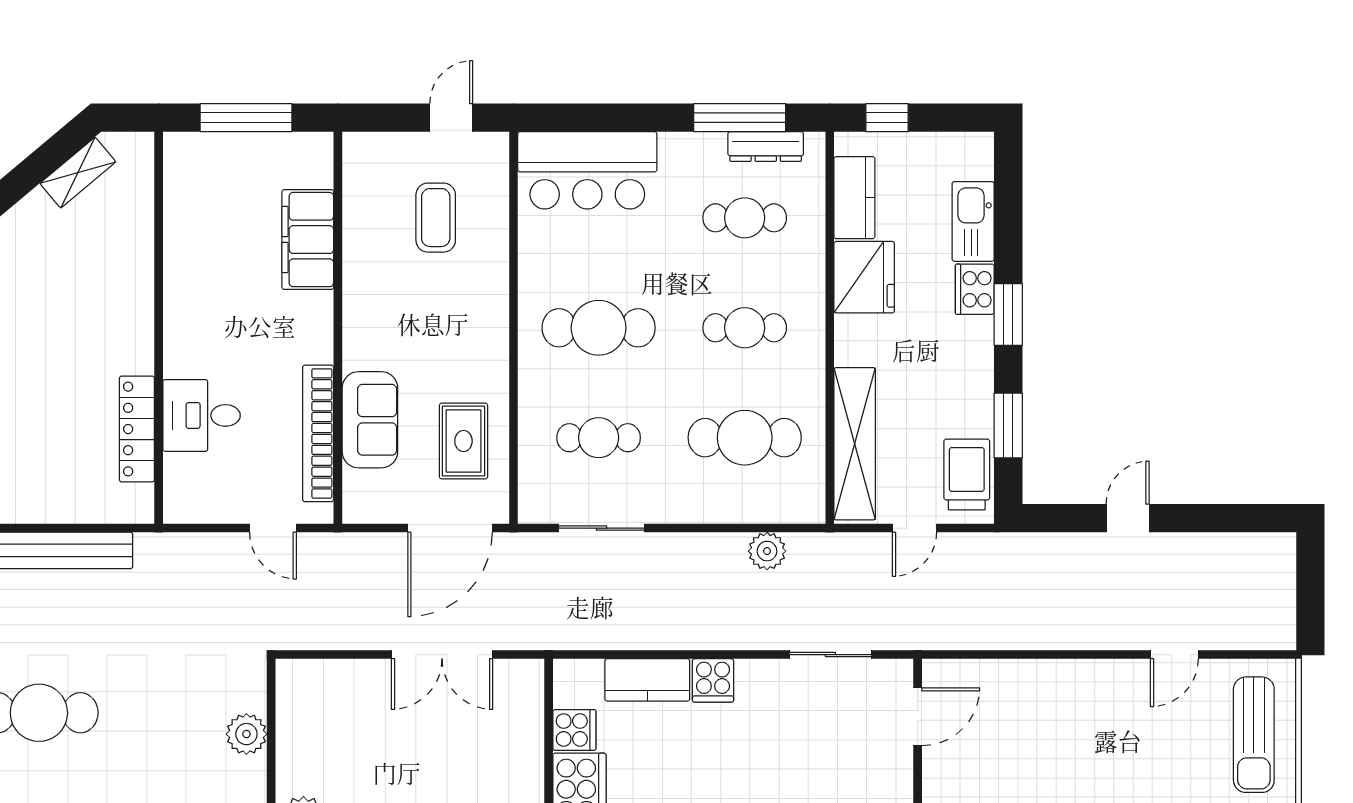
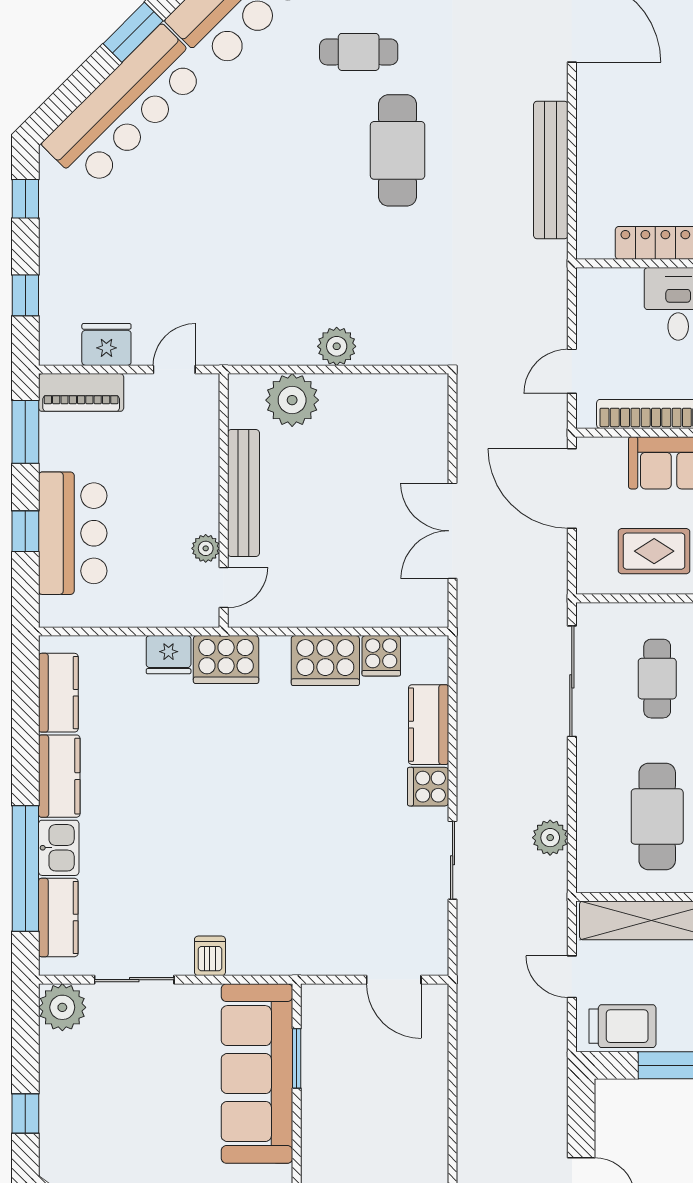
door: (450, 528) -> (572, 488), moved
sliding door: (601, 528) -> (572, 681), width x1.37
sliding door: (830, 655) -> (453, 860), moved
plant: (246, 734) -> (337, 346), moved

